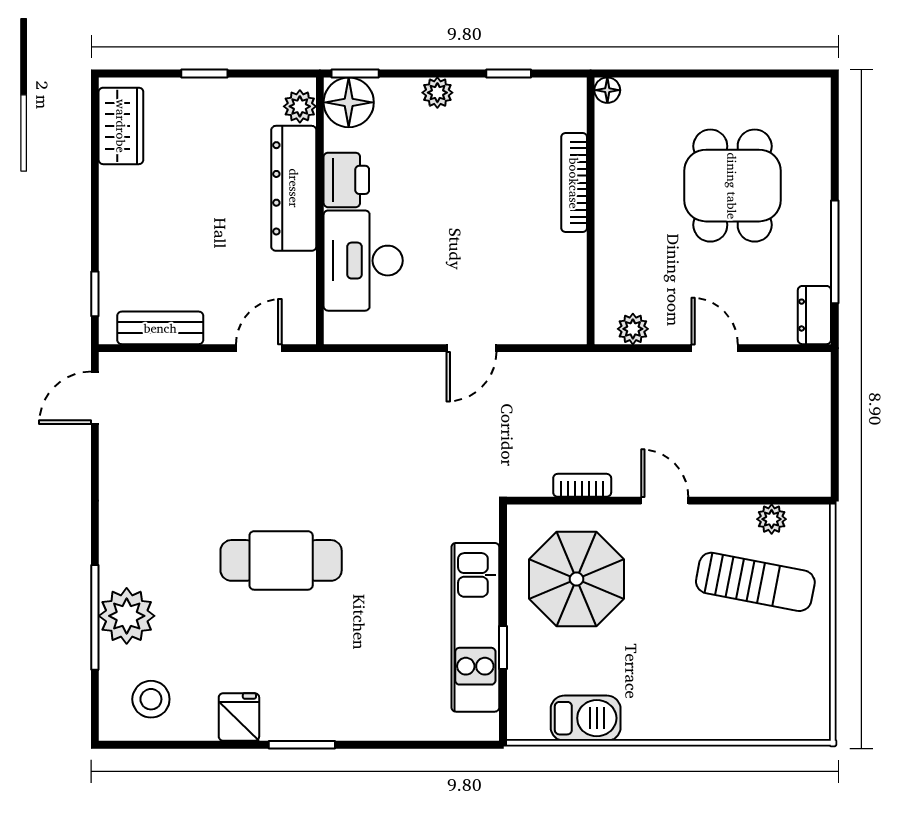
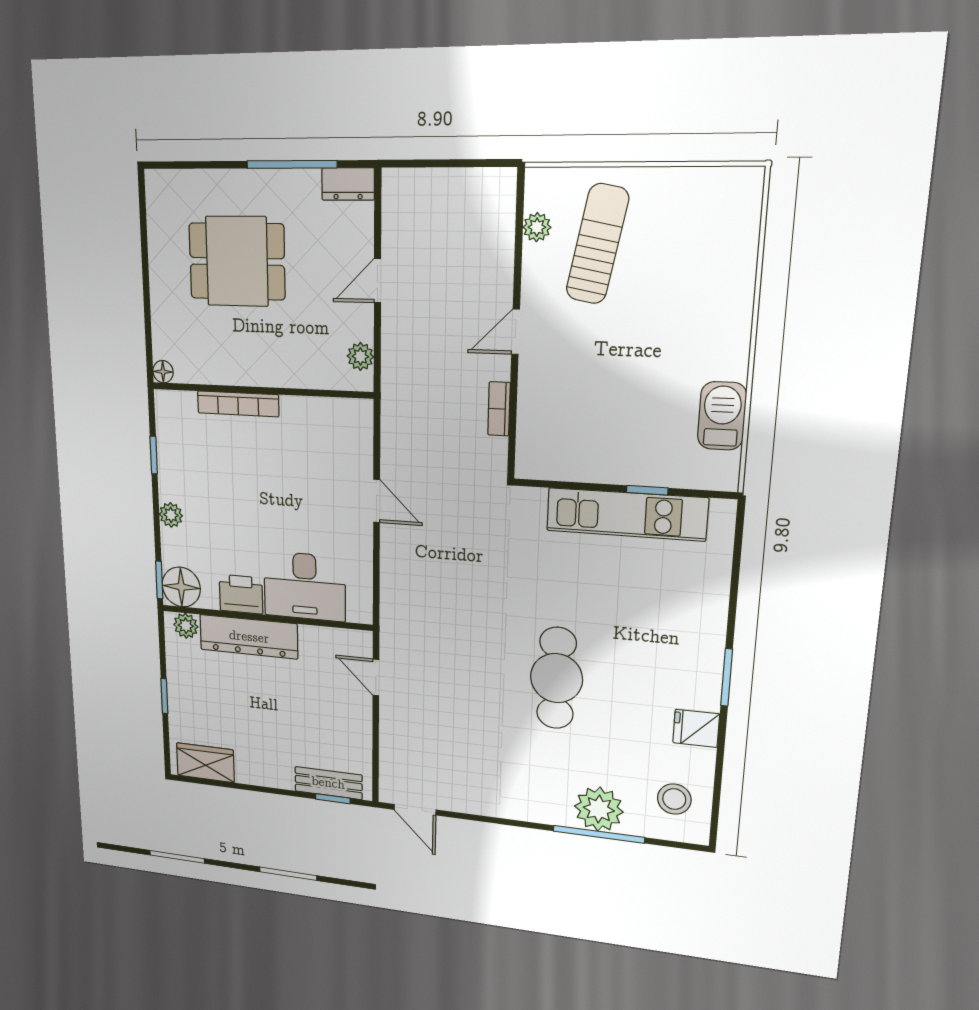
bench: (160, 328) -> (328, 783), moved, turned 90
parasol: (577, 579) -> (586, 418), removed

